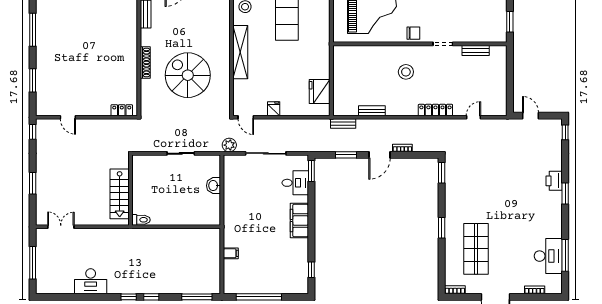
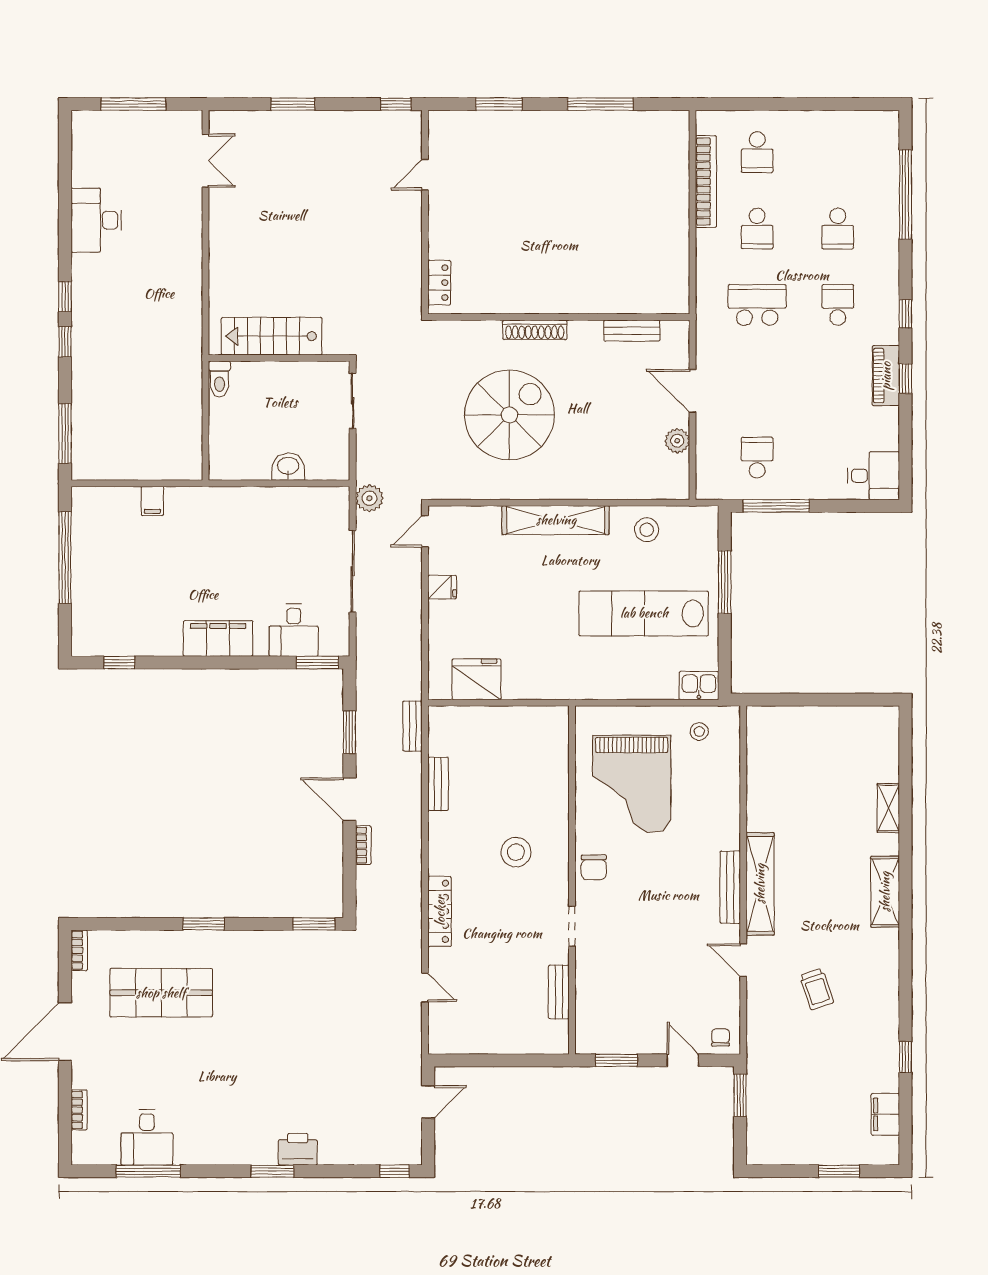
wall: (130, 190) -> (279, 358), moved
stairs: (120, 194) -> (272, 336), moved
toilet: (141, 220) -> (220, 379), moved
desk: (548, 256) -> (147, 1137), width x0.73

